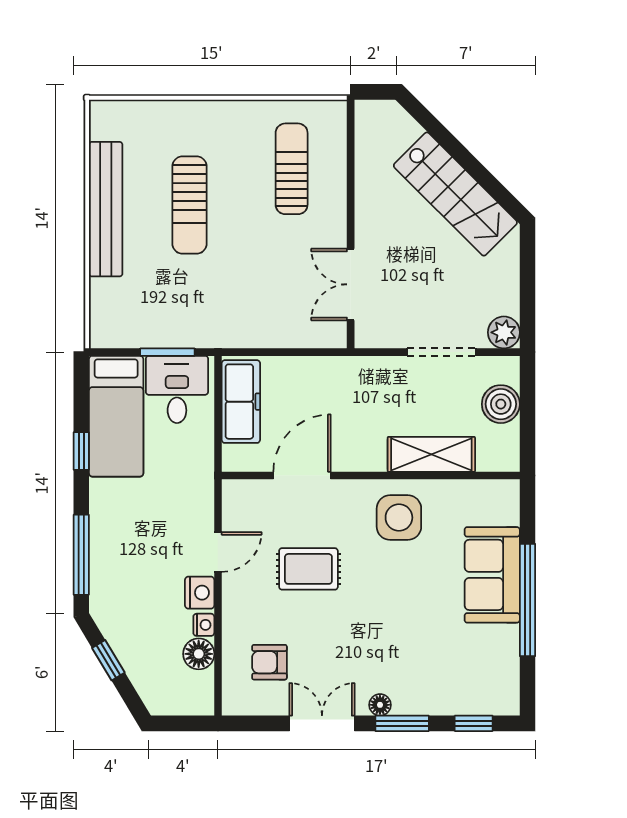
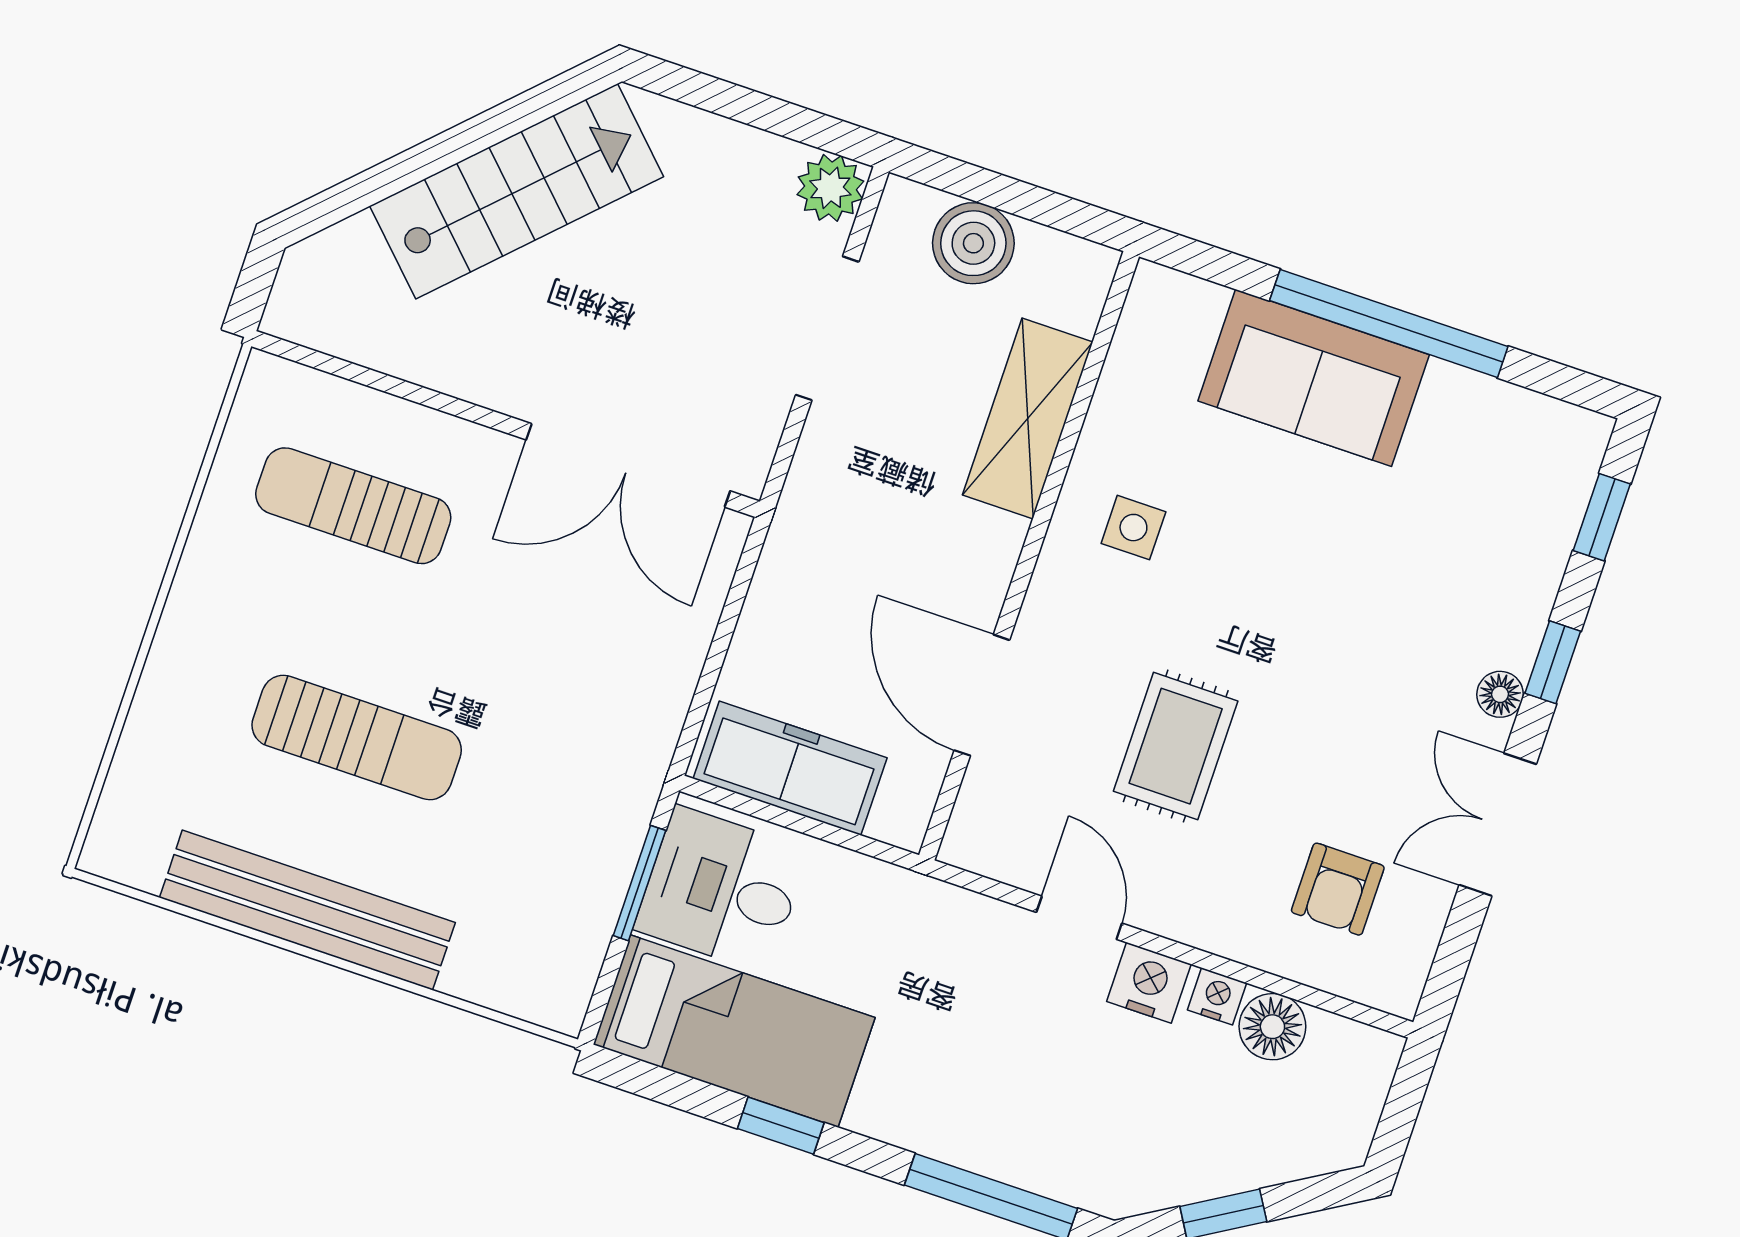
double door: (351, 284) -> (628, 465), width x1.37
side table: (399, 518) -> (1133, 528), width x0.54, depth x0.54
window: (402, 723) -> (1553, 662), width x0.67

